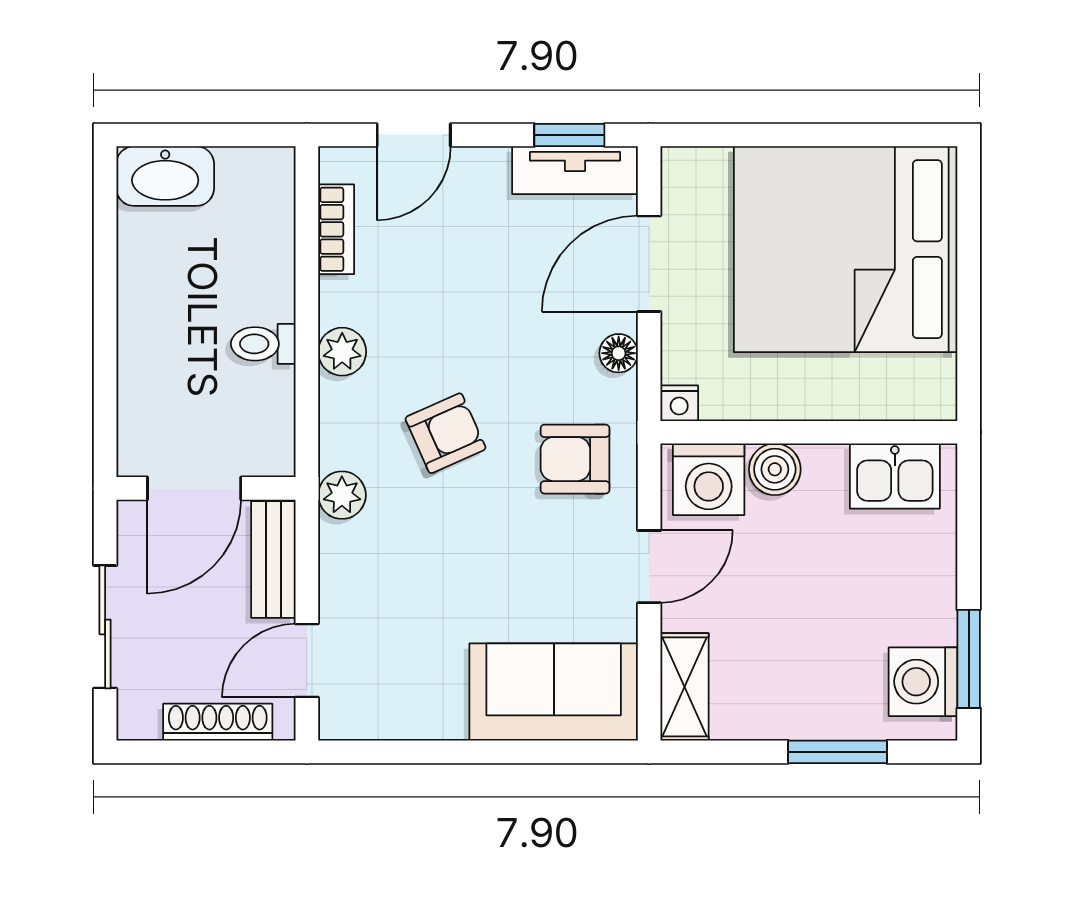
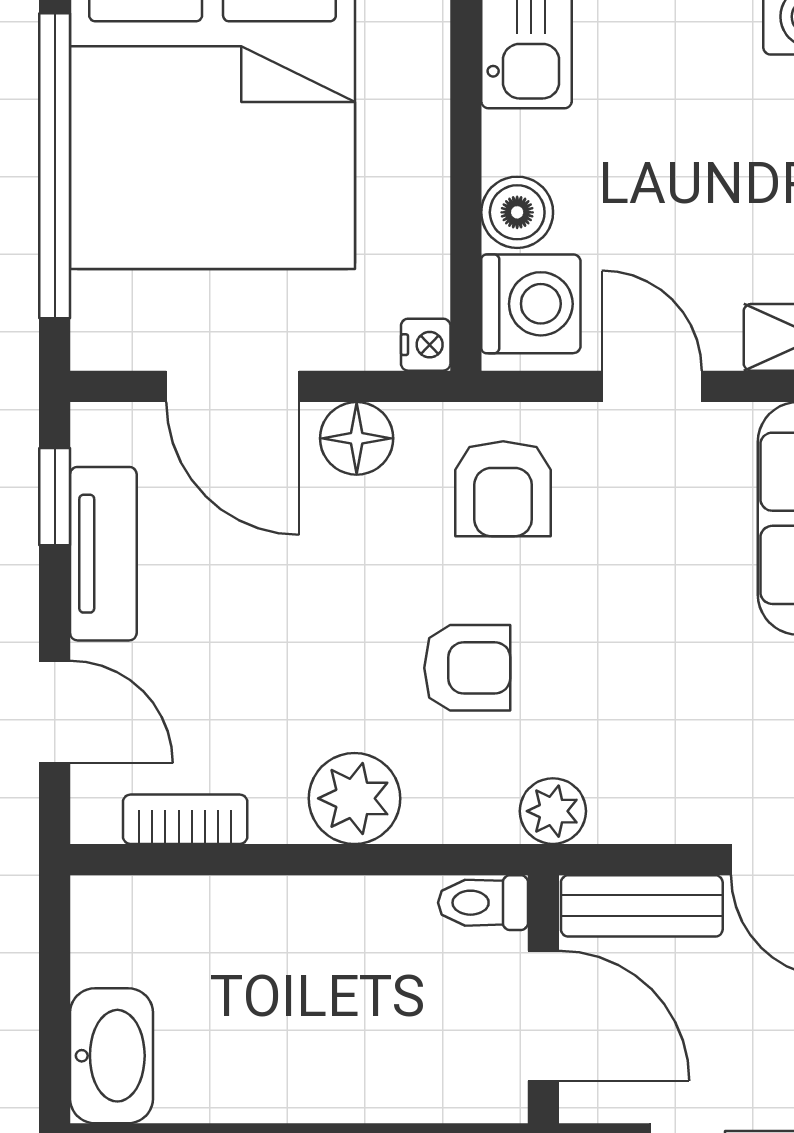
window: (808, 135) -> (55, 166), added
tv unit: (575, 170) -> (103, 554), moved
toilet: (263, 344) -> (483, 903), moved, turned 90
plant: (342, 352) -> (354, 798), width x1.38, depth x1.38
floor lamp: (619, 353) -> (357, 438), width x1.37, depth x1.37
armchair: (446, 433) -> (467, 668), turned 114

